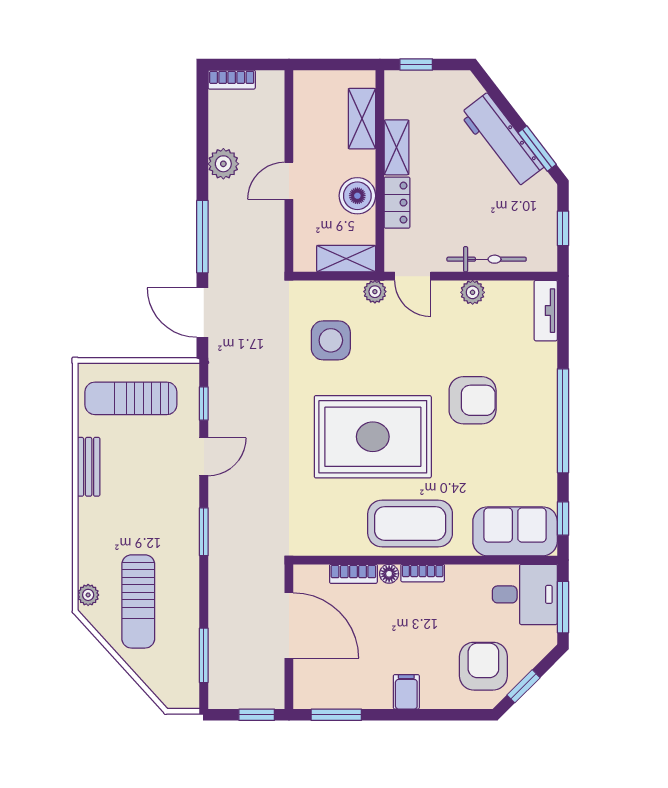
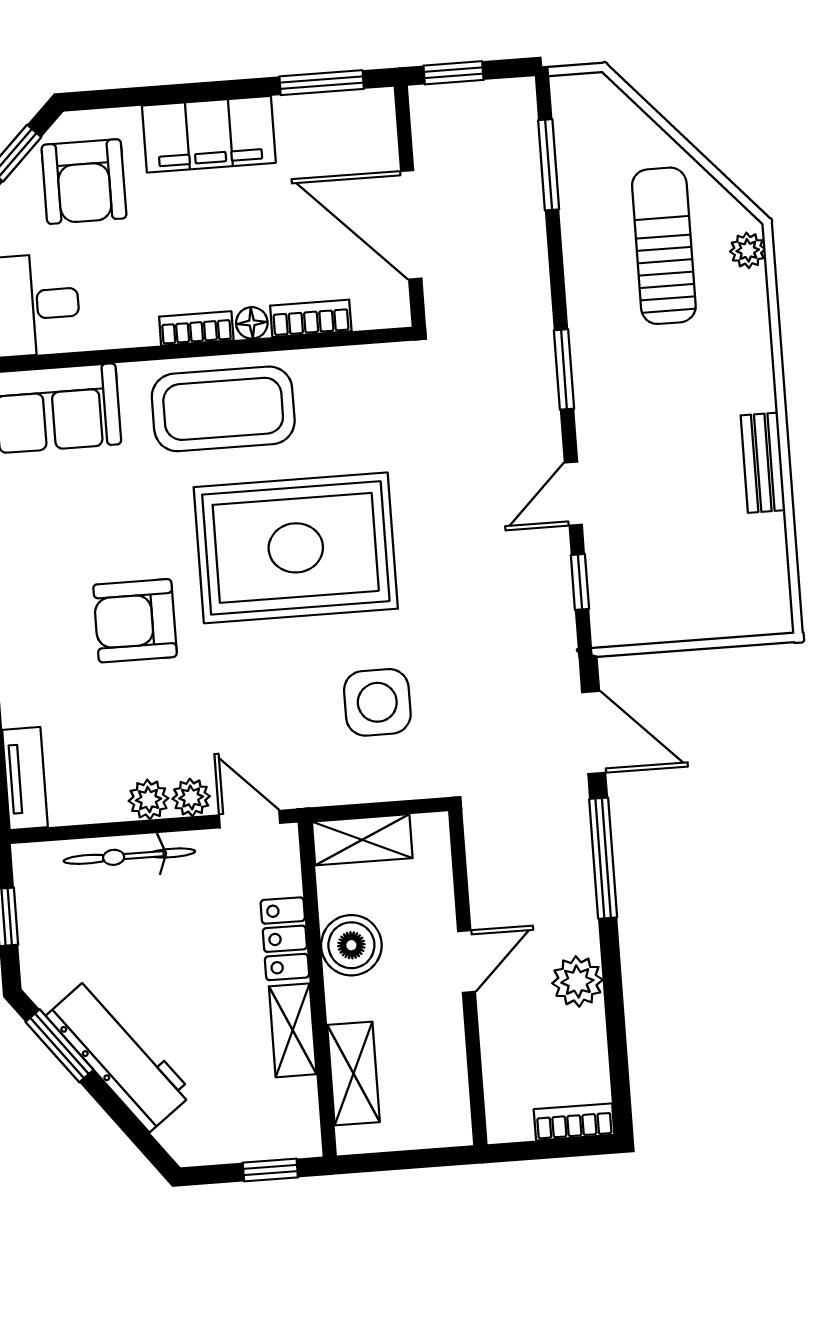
plant: (375, 292) -> (191, 797), moved
sun lounger: (131, 398) -> (701, 581), removed
filing cabinet: (406, 692) -> (209, 134), width x3.00, depth x1.17

